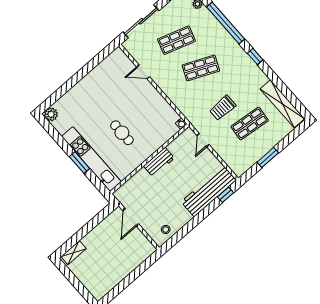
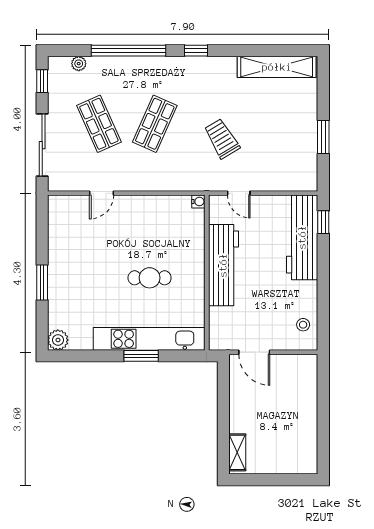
shop shelf: (176, 40) -> (99, 124), turned -42
window: (73, 81) -> (42, 282), added
trolley: (223, 108) -> (222, 139), turned 149
shop shelf: (250, 123) -> (266, 124), removed
workbench: (159, 162) -> (223, 265), width x1.88, depth x1.32

